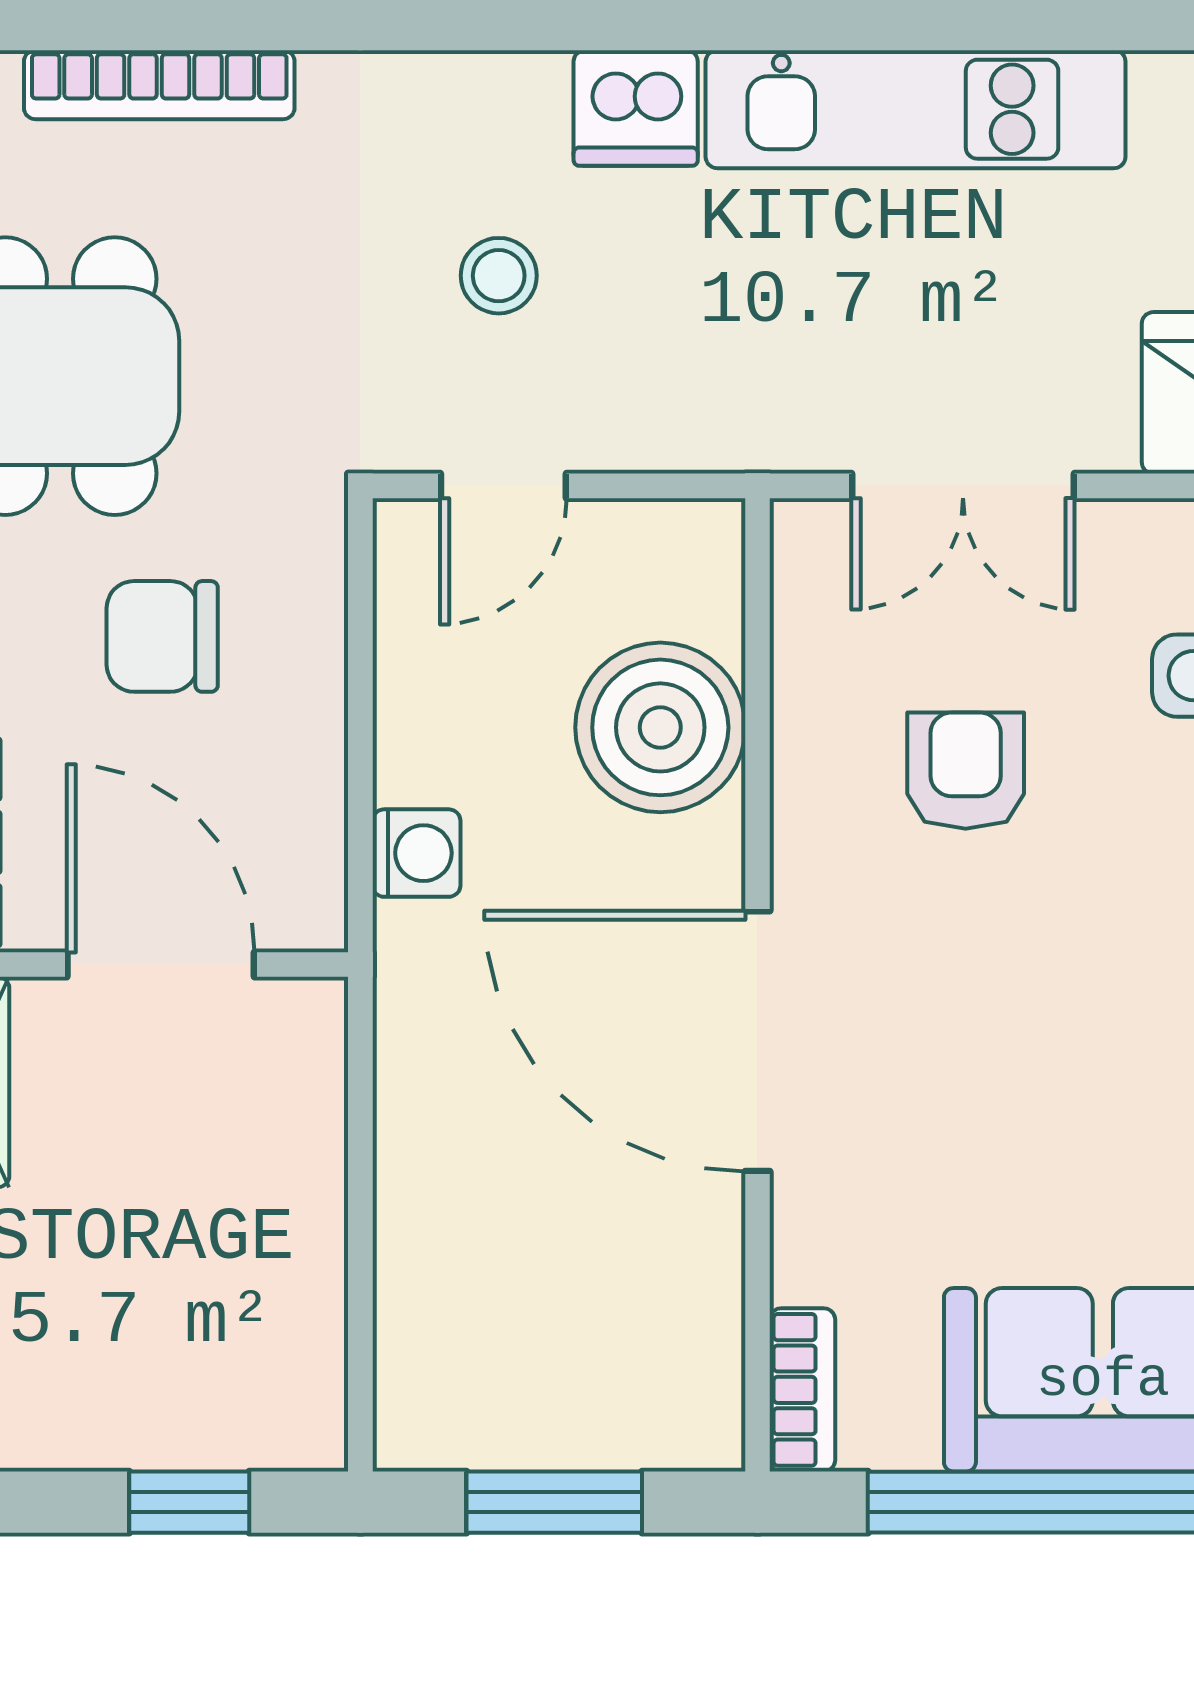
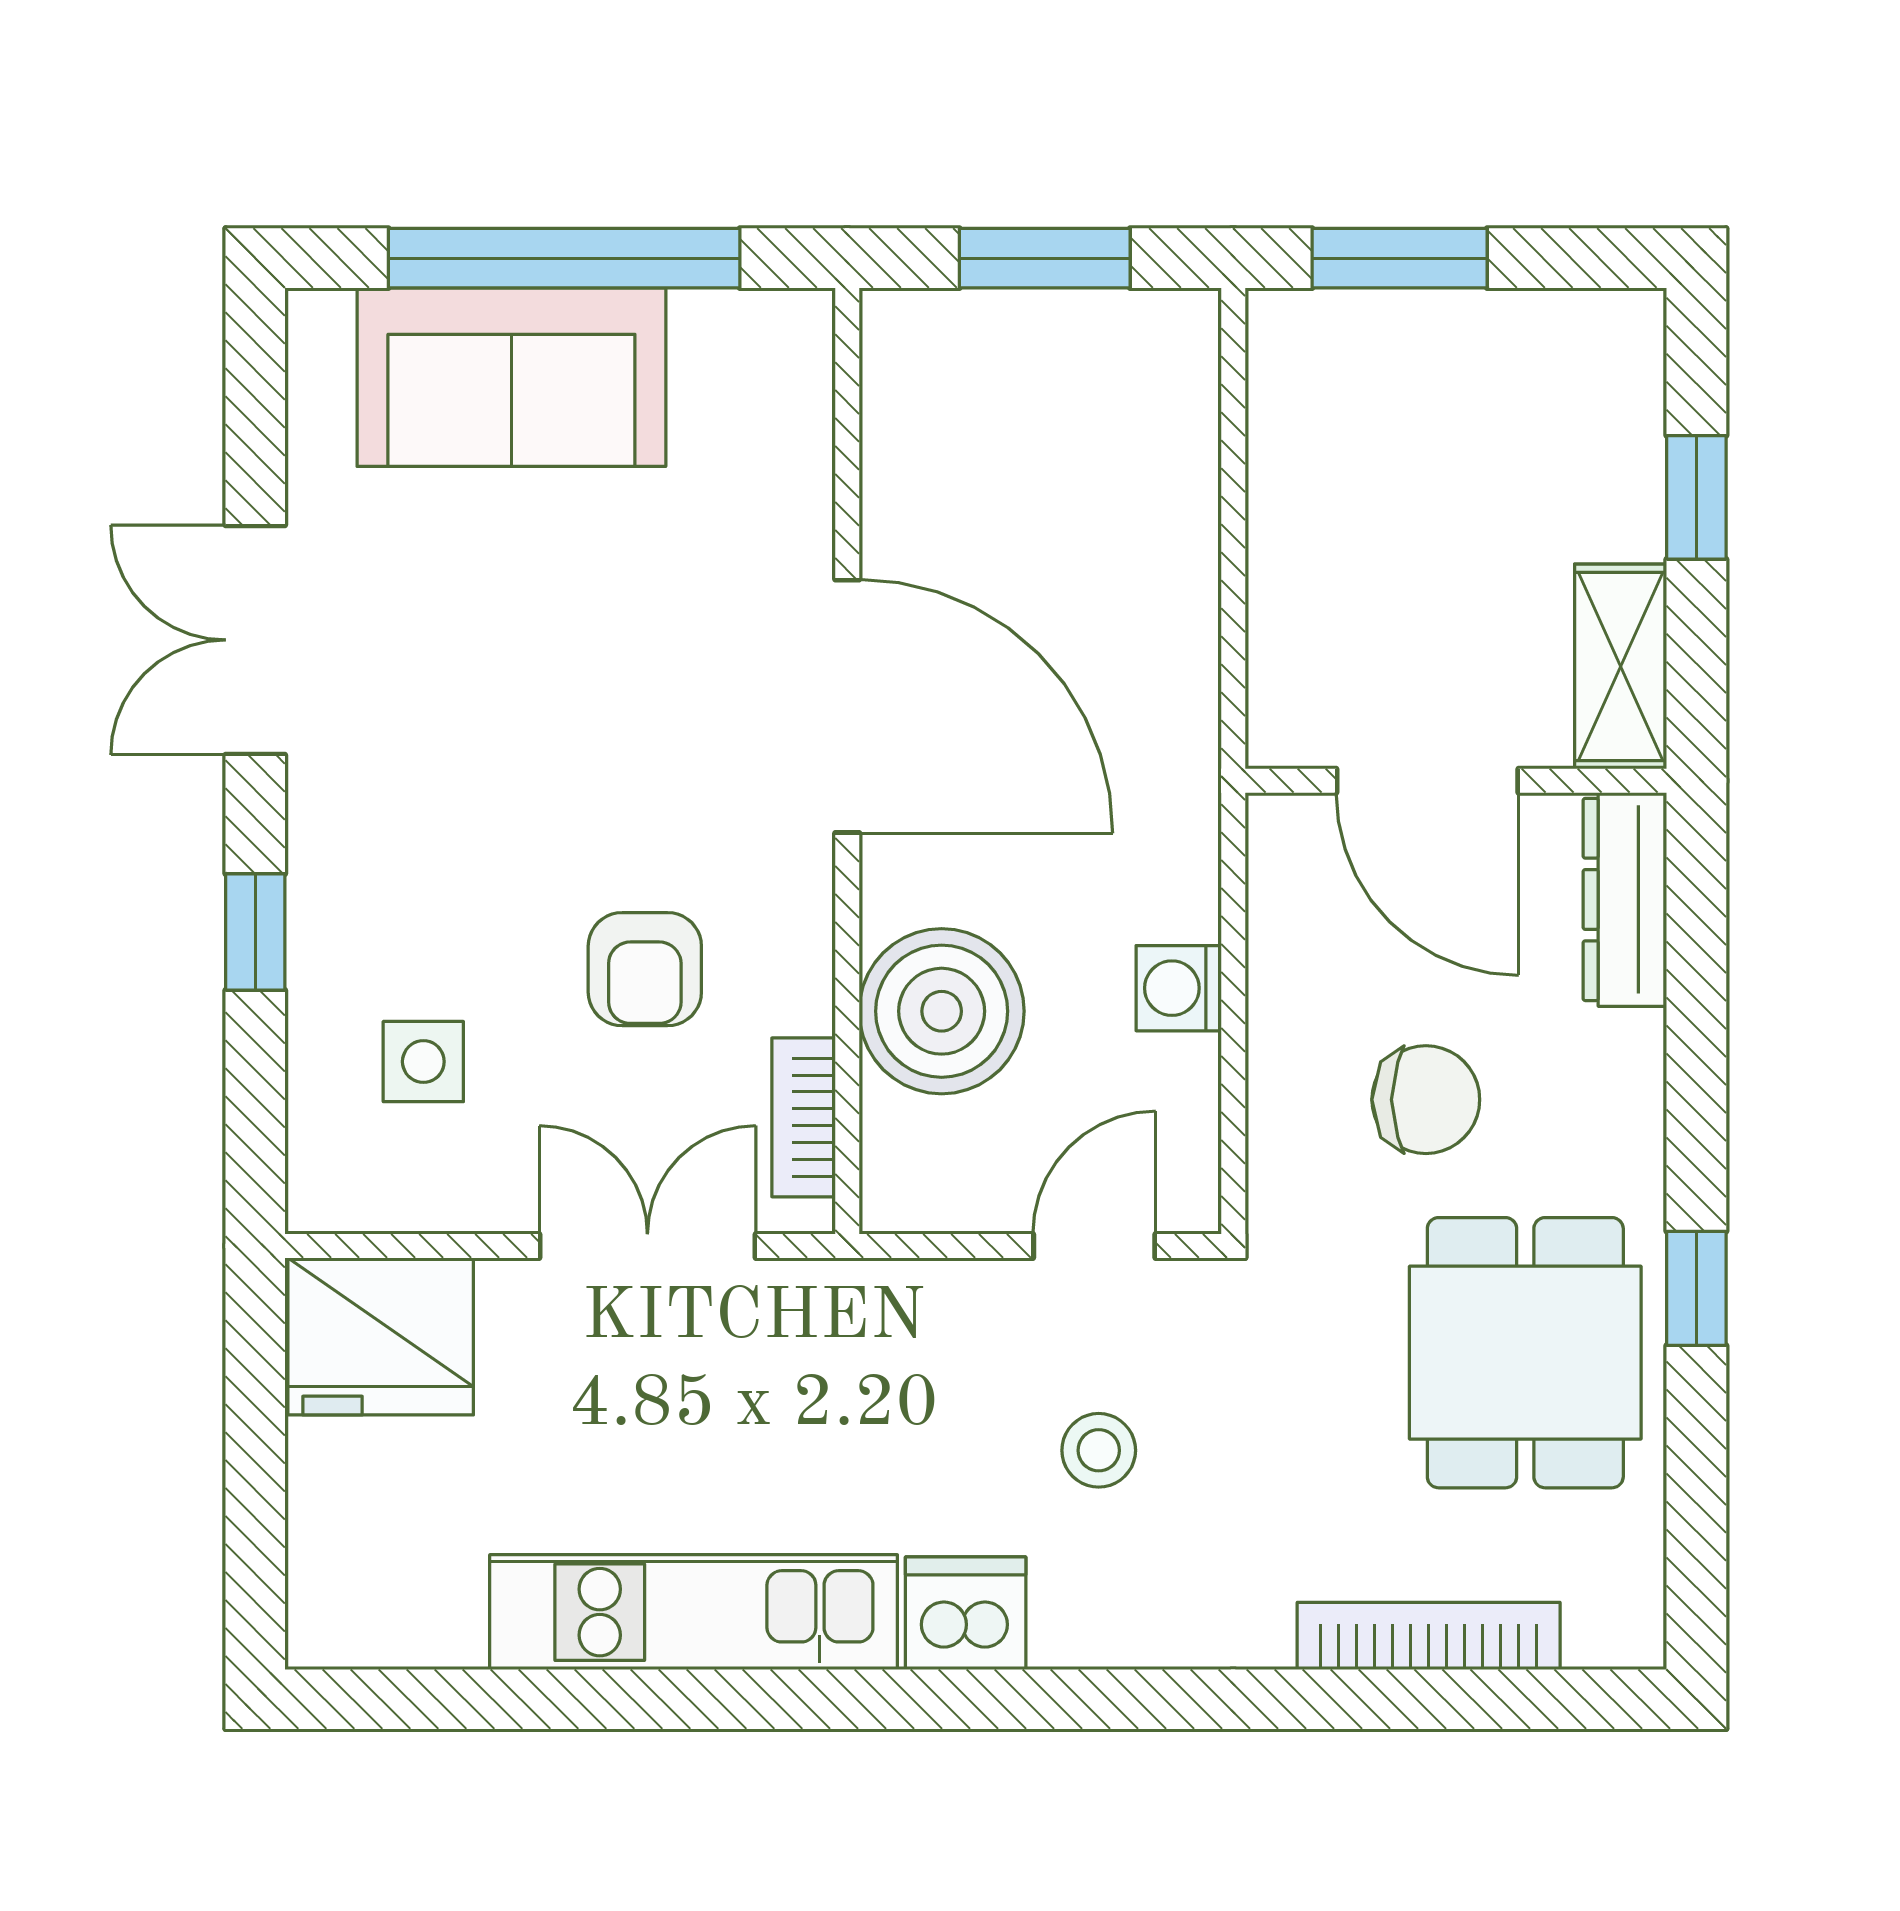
washing machine: (416, 853) -> (1179, 988), moved
bookcase: (802, 1390) -> (804, 1117), moved
window: (189, 1502) -> (1400, 258), width x1.50

